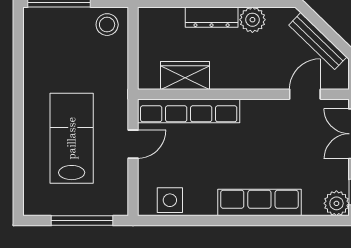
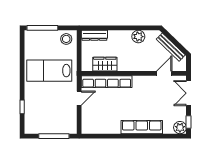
dresser: (212, 17) -> (94, 35), moved
lab bench: (72, 138) -> (49, 71), moved, turned -90
window: (18, 162) -> (22, 107), added
side table: (170, 200) -> (97, 126), removed

